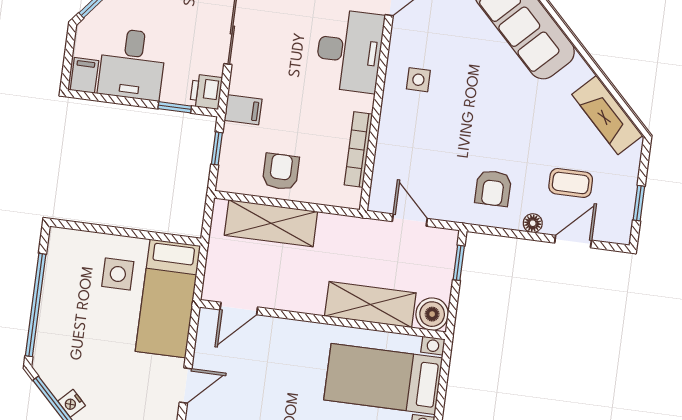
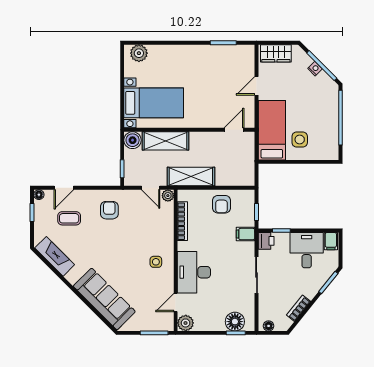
plant: (379, 201) -> (168, 196), added
shelving: (271, 223) -> (191, 177), moved
floor lamp: (533, 223) -> (39, 195), moved

